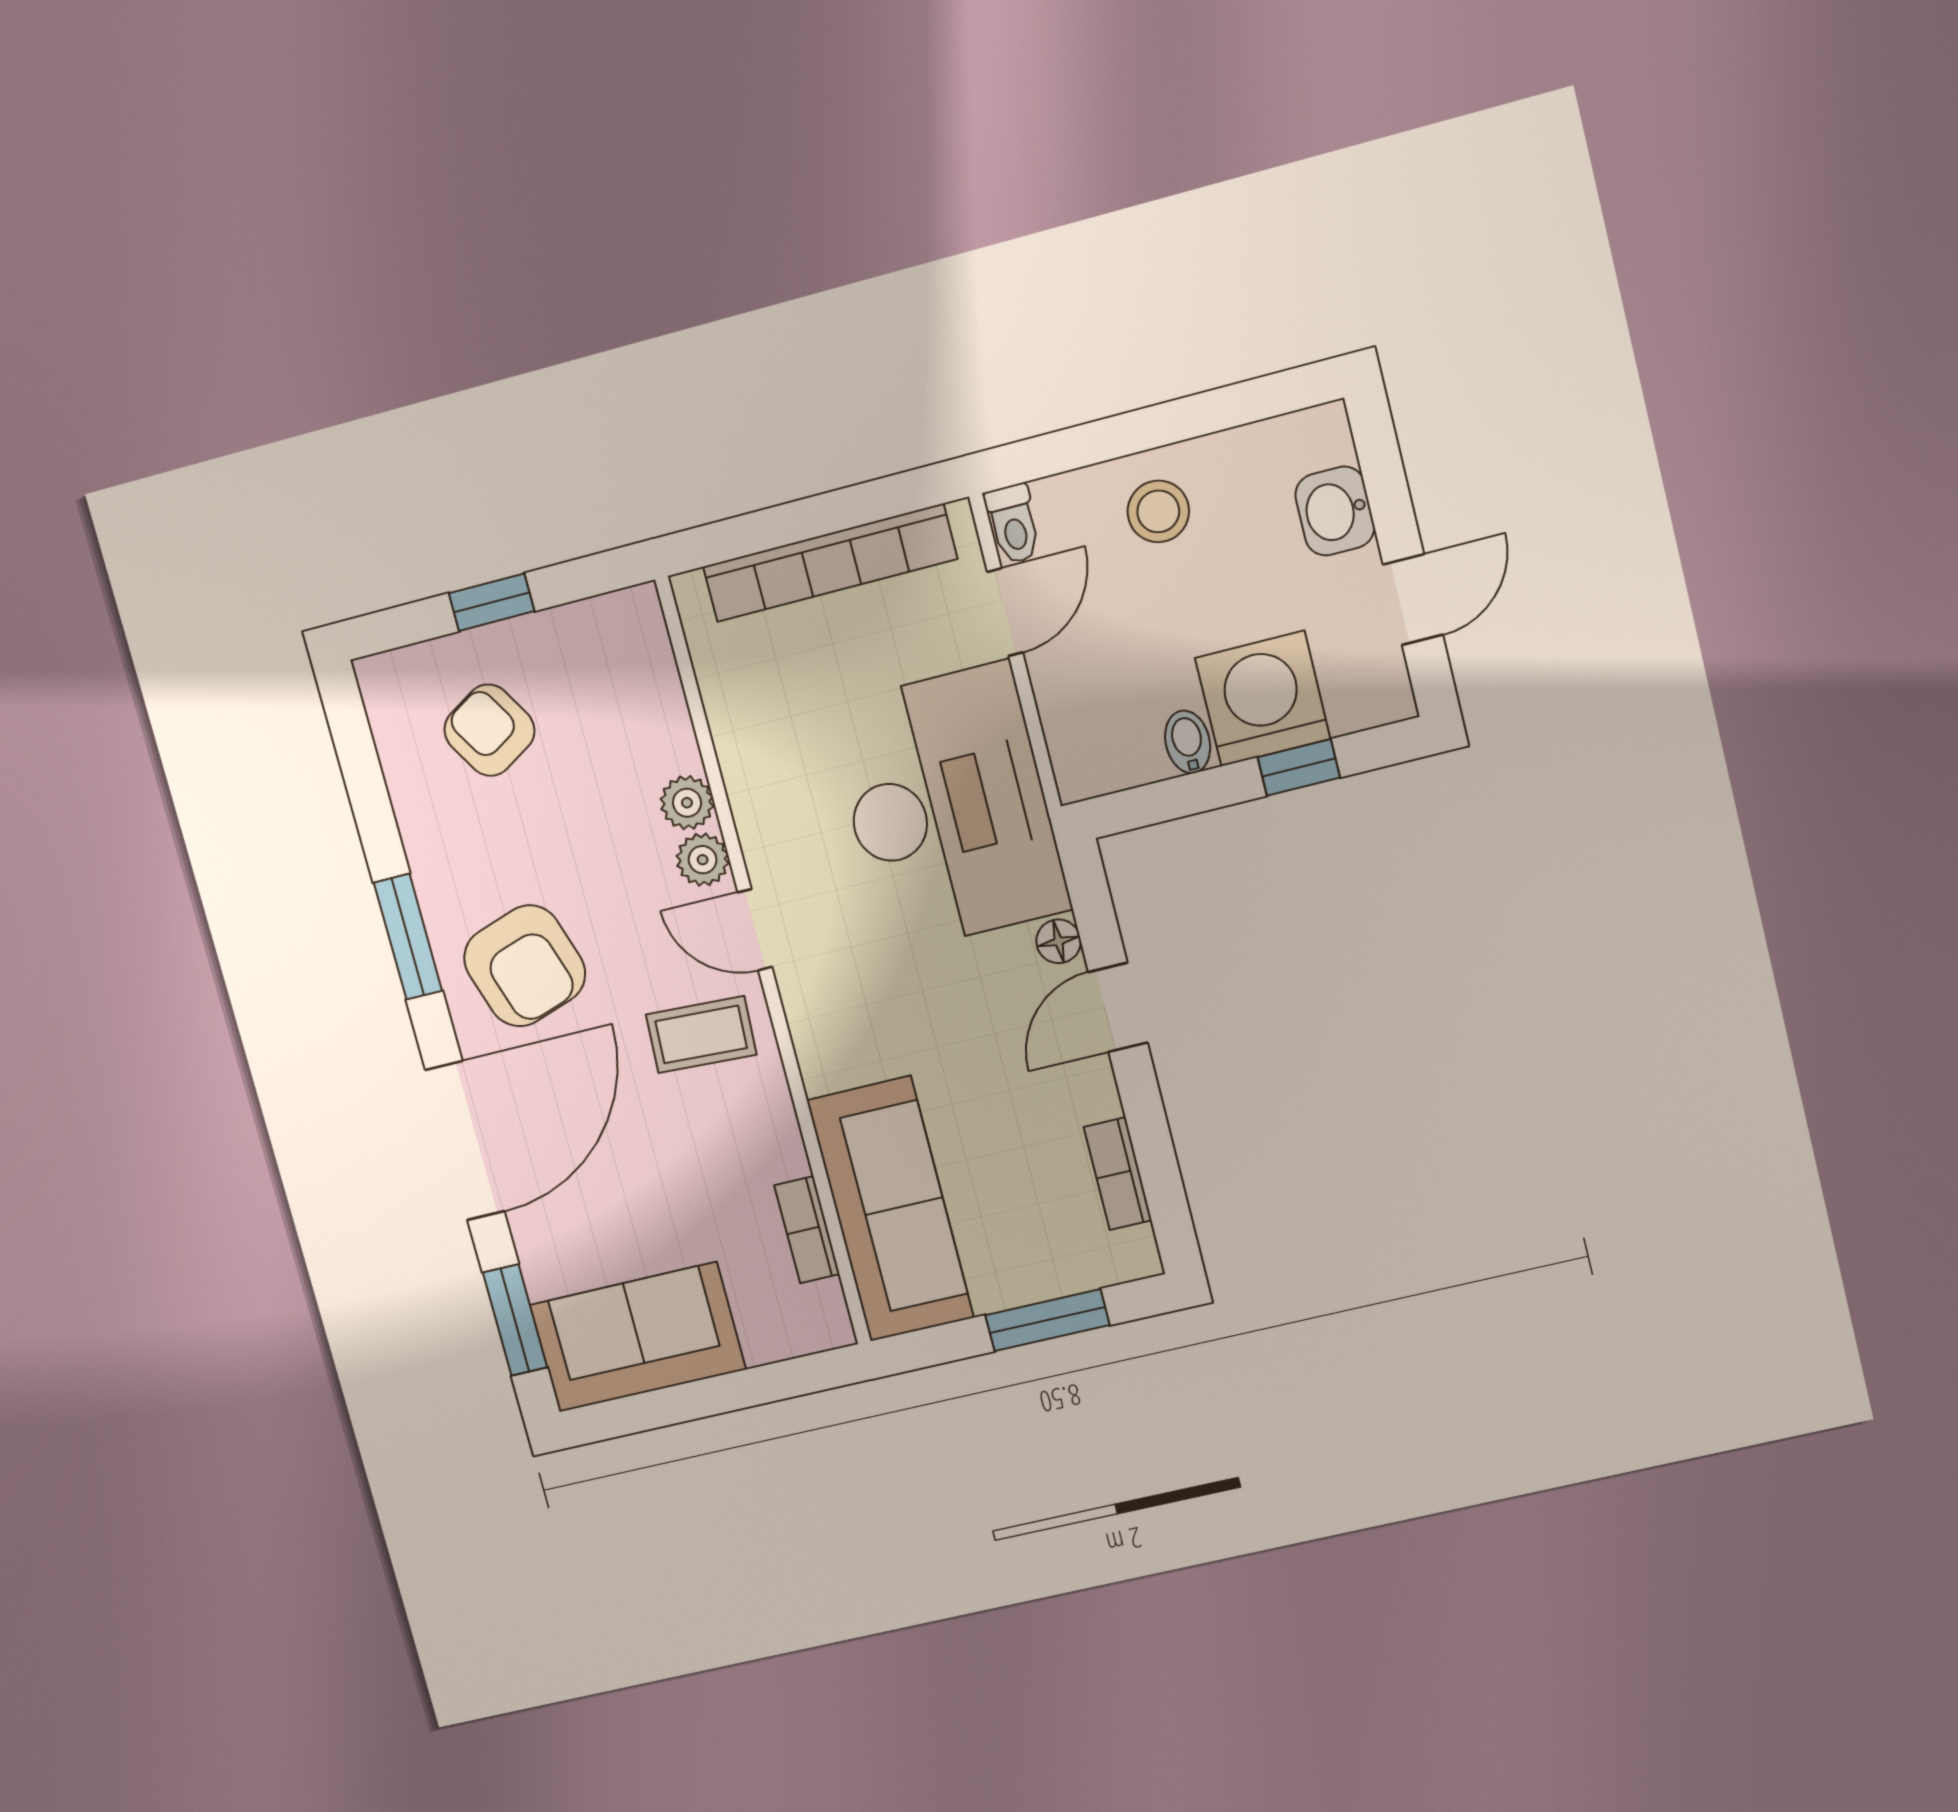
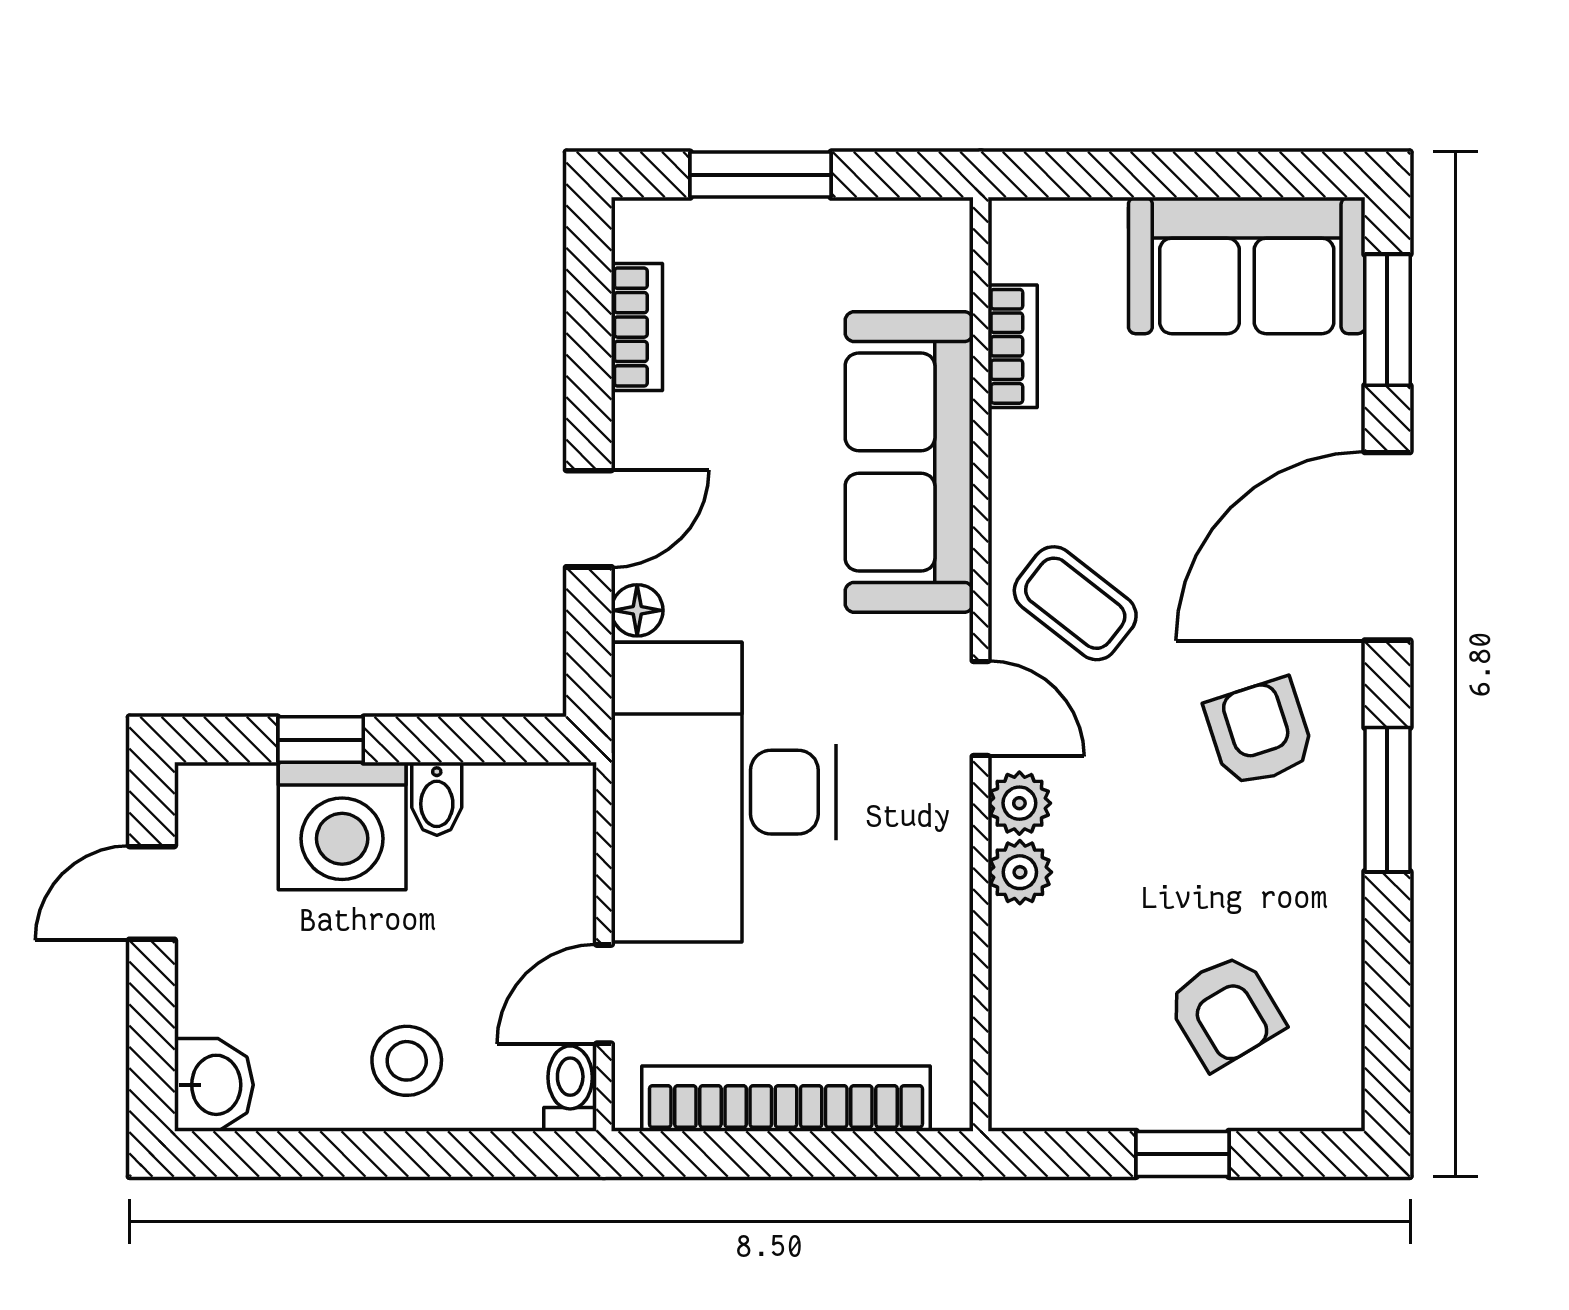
washbasin: (1335, 511) -> (214, 1085), moved
armchair: (525, 966) -> (1260, 732), width x0.72, depth x0.72
coffee table: (701, 1035) -> (1075, 603), turned 35
sofa: (890, 1209) -> (909, 462), moved

